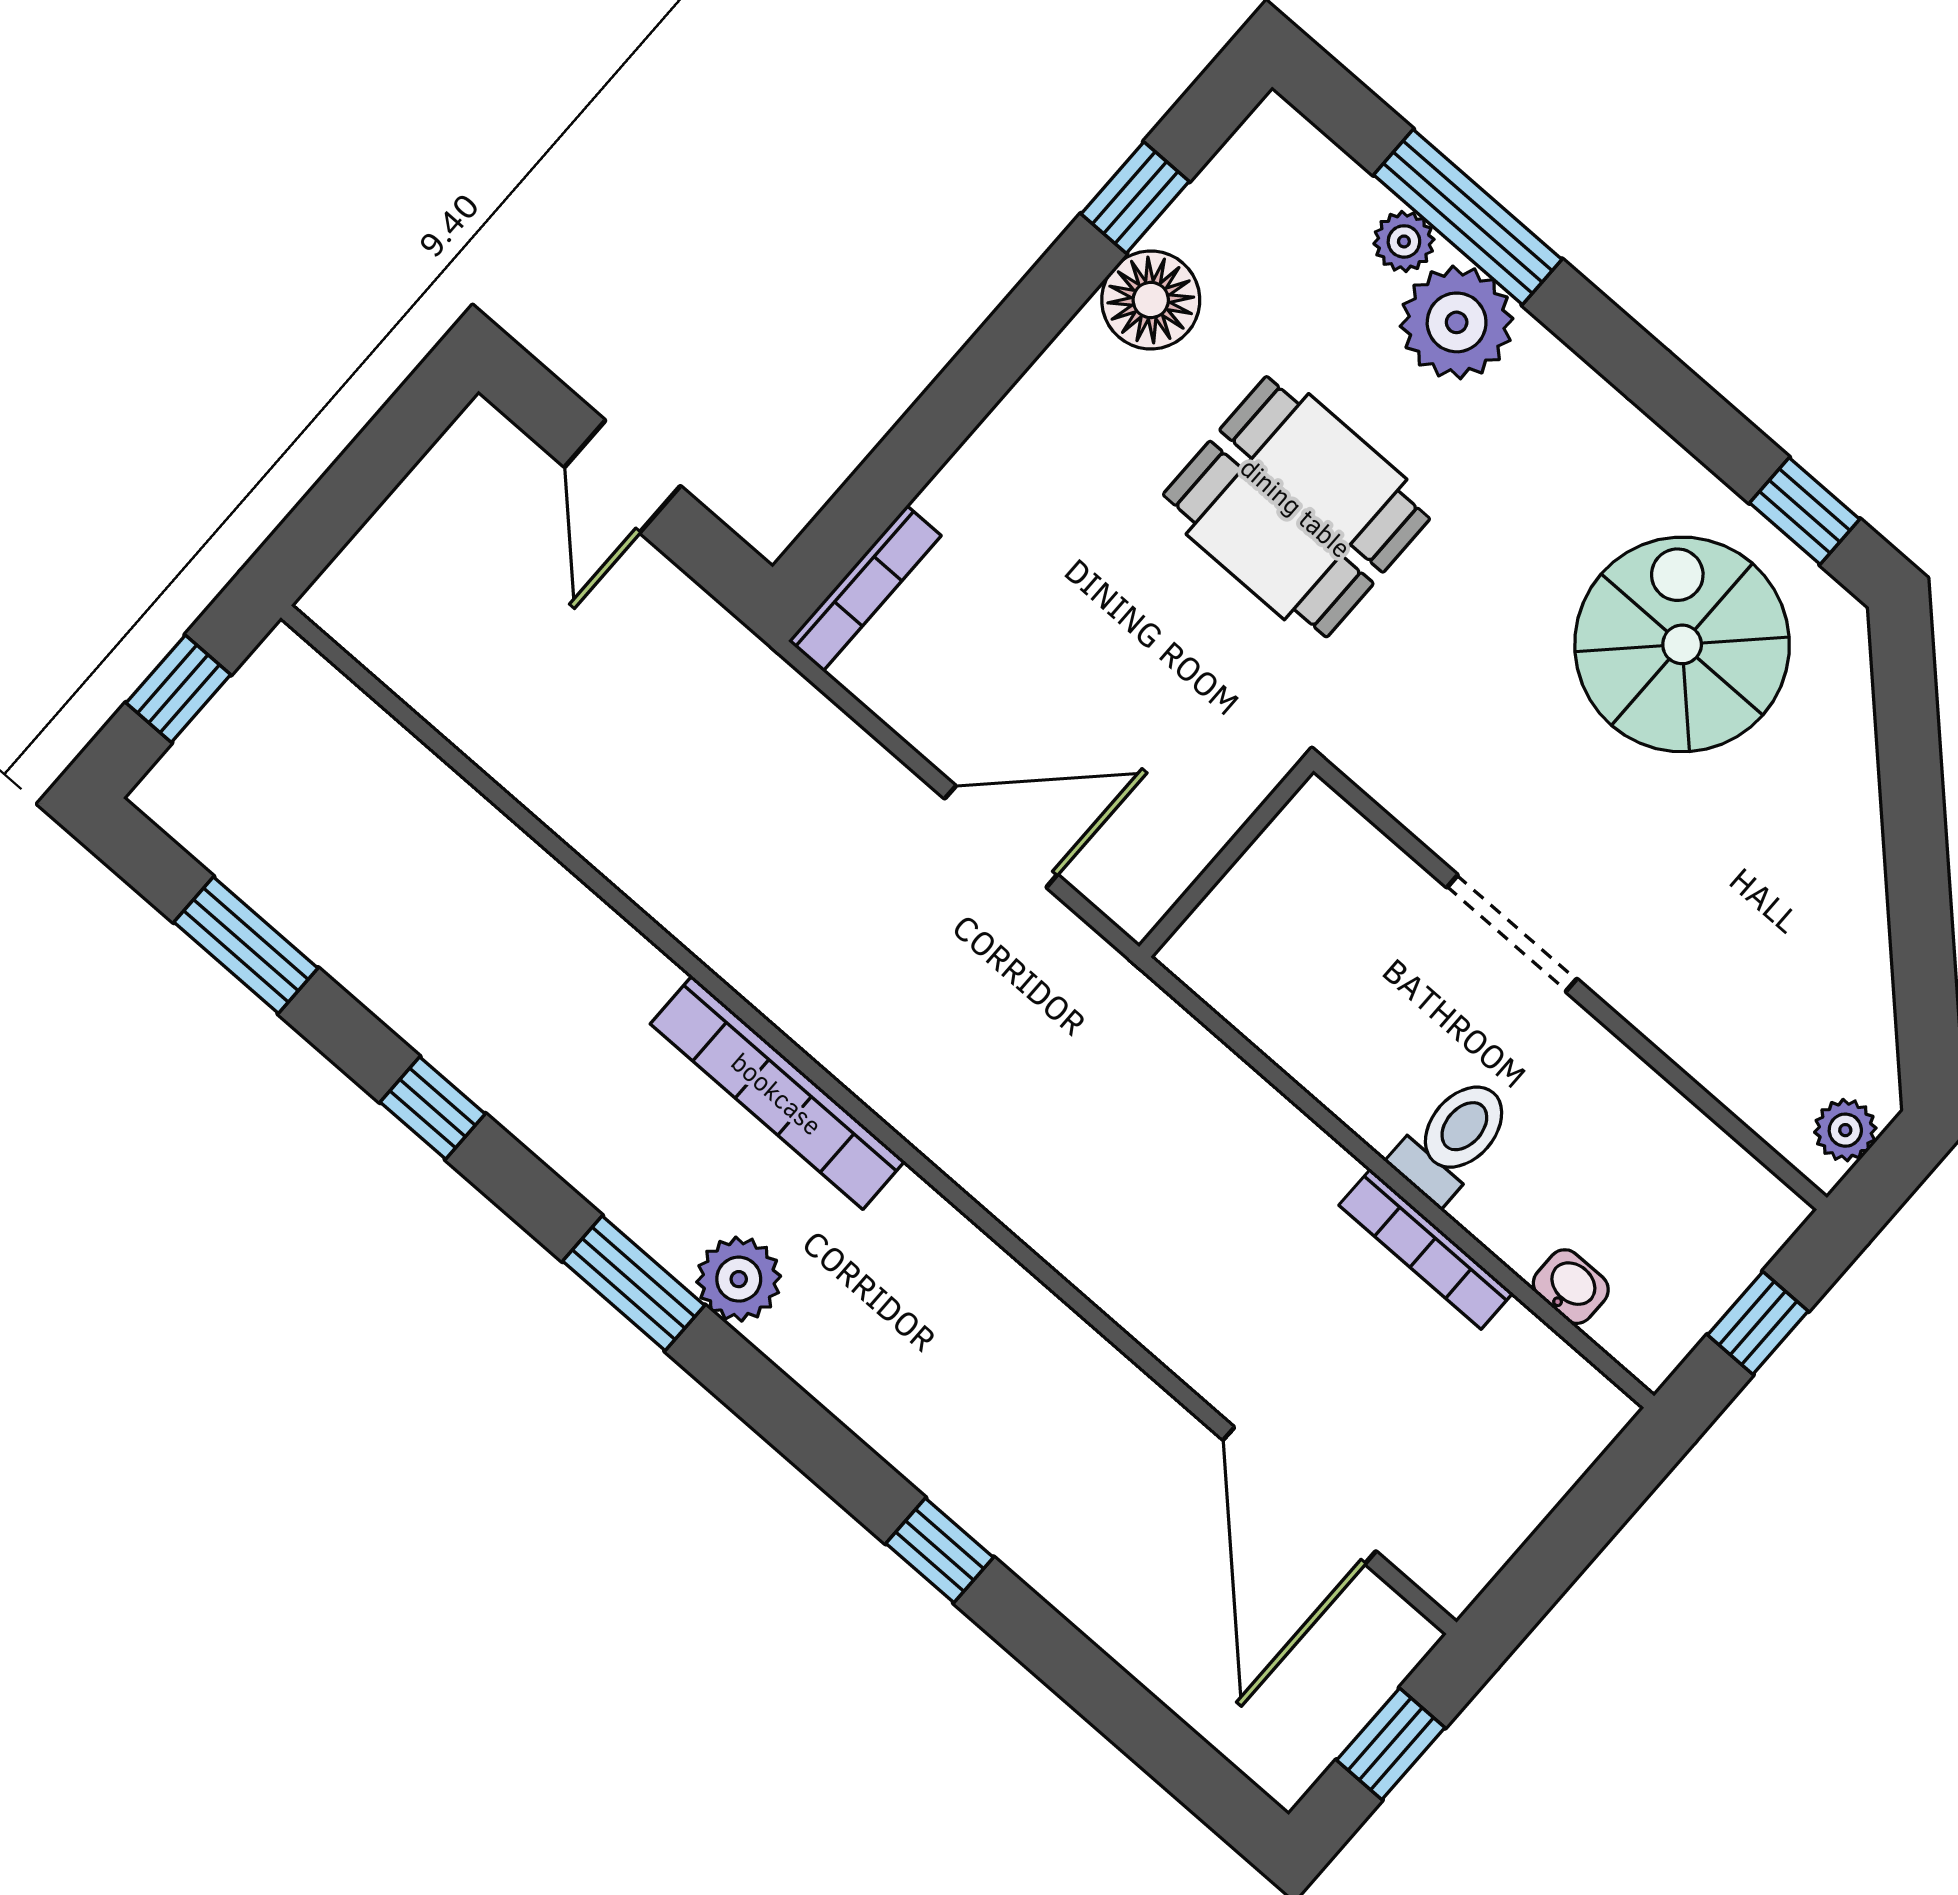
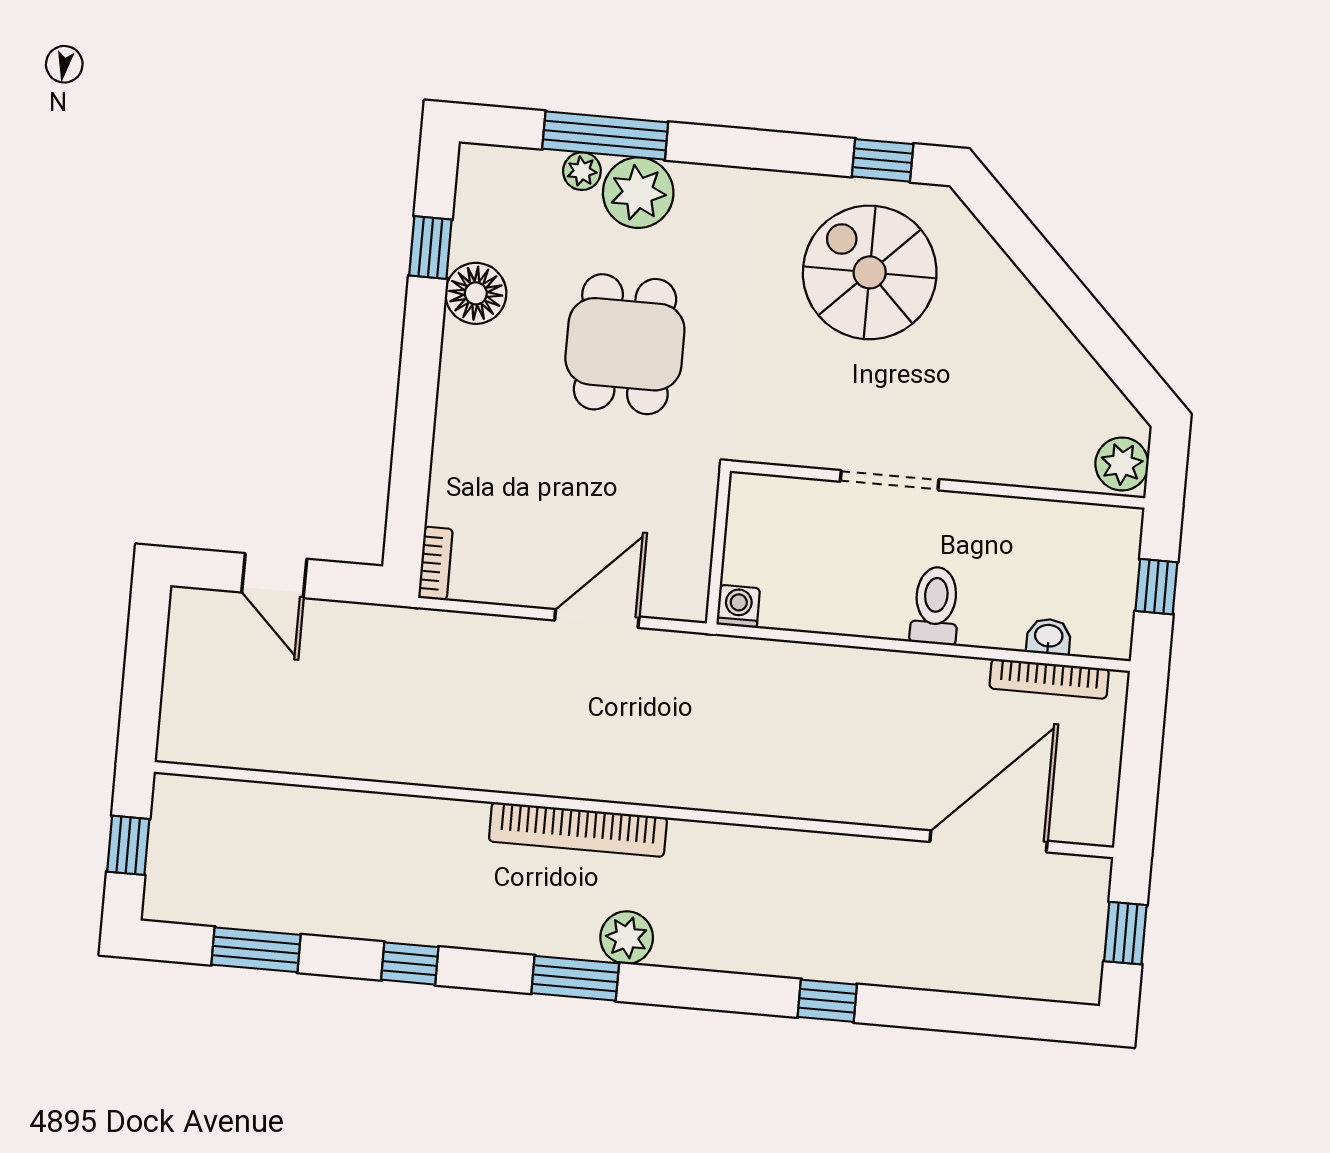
dining table: (1296, 507) -> (625, 344), turned 90
bookcase: (865, 588) -> (435, 563), width x0.64
washing machine: (1196, 954) -> (738, 606), added
plant: (1845, 1130) -> (1122, 464), width x1.38, depth x1.38
bookcase: (1426, 1249) -> (1049, 679), moved
door: (1300, 1496) -> (989, 841), swing flipped

